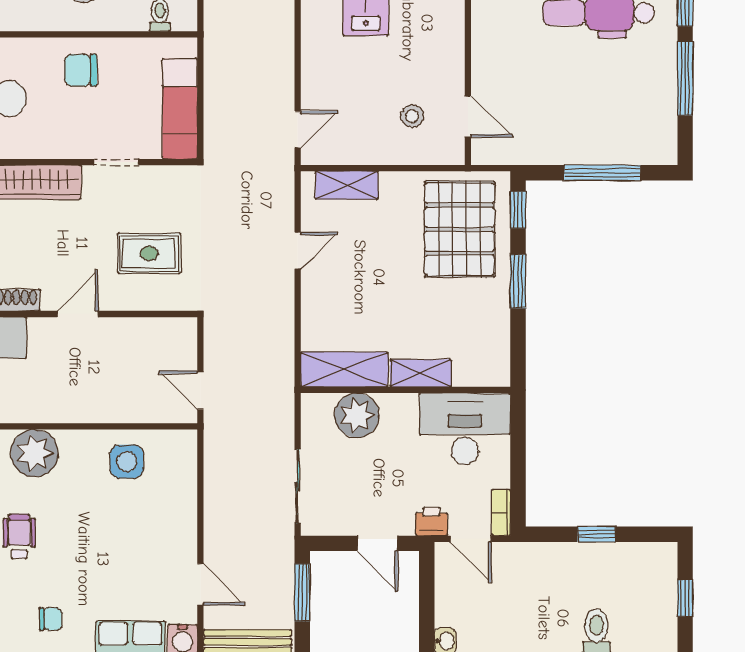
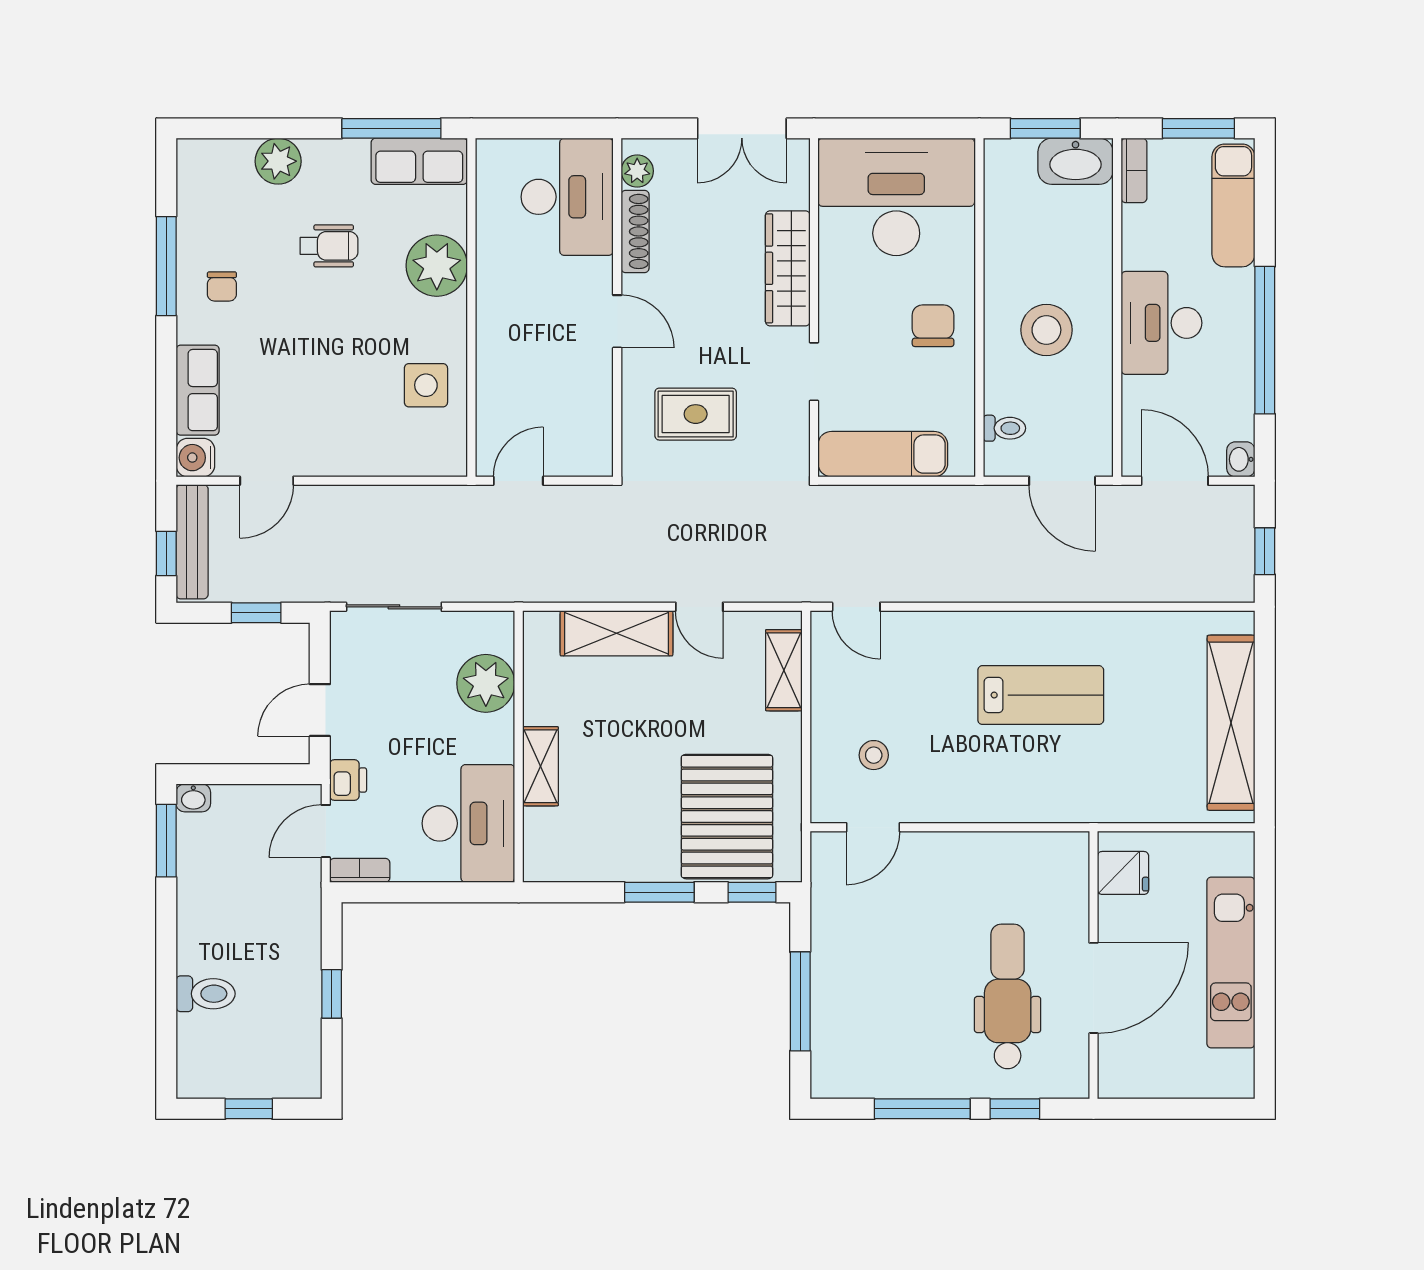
pallet: (460, 229) -> (727, 817), turned 90
rug: (149, 253) -> (696, 414), turned 90
shelving: (344, 370) -> (616, 633), moved, turned 90
window: (302, 593) -> (256, 613), width x0.67

